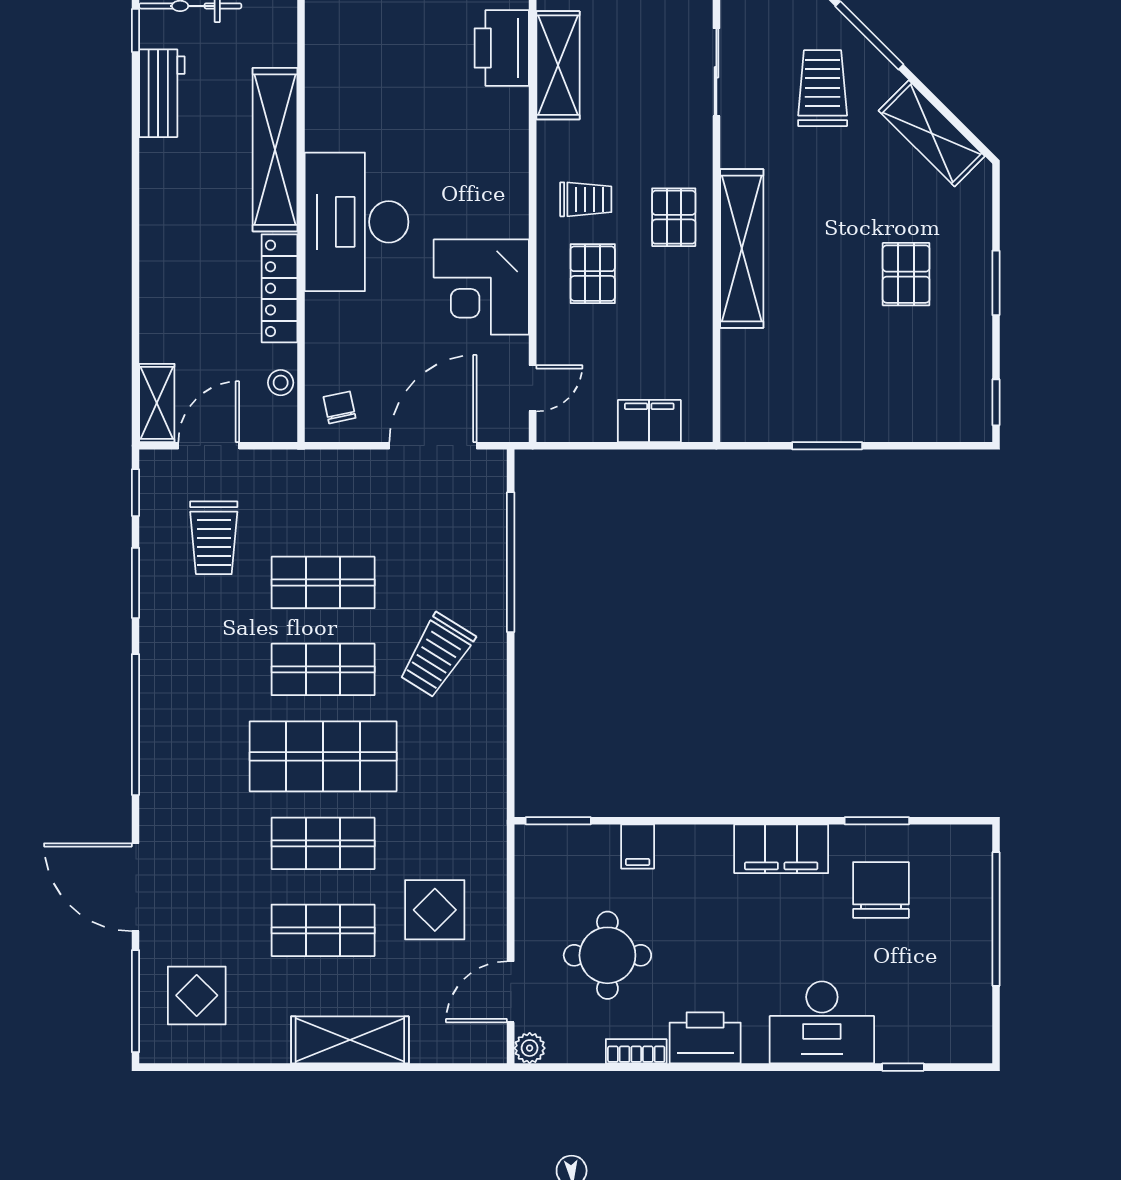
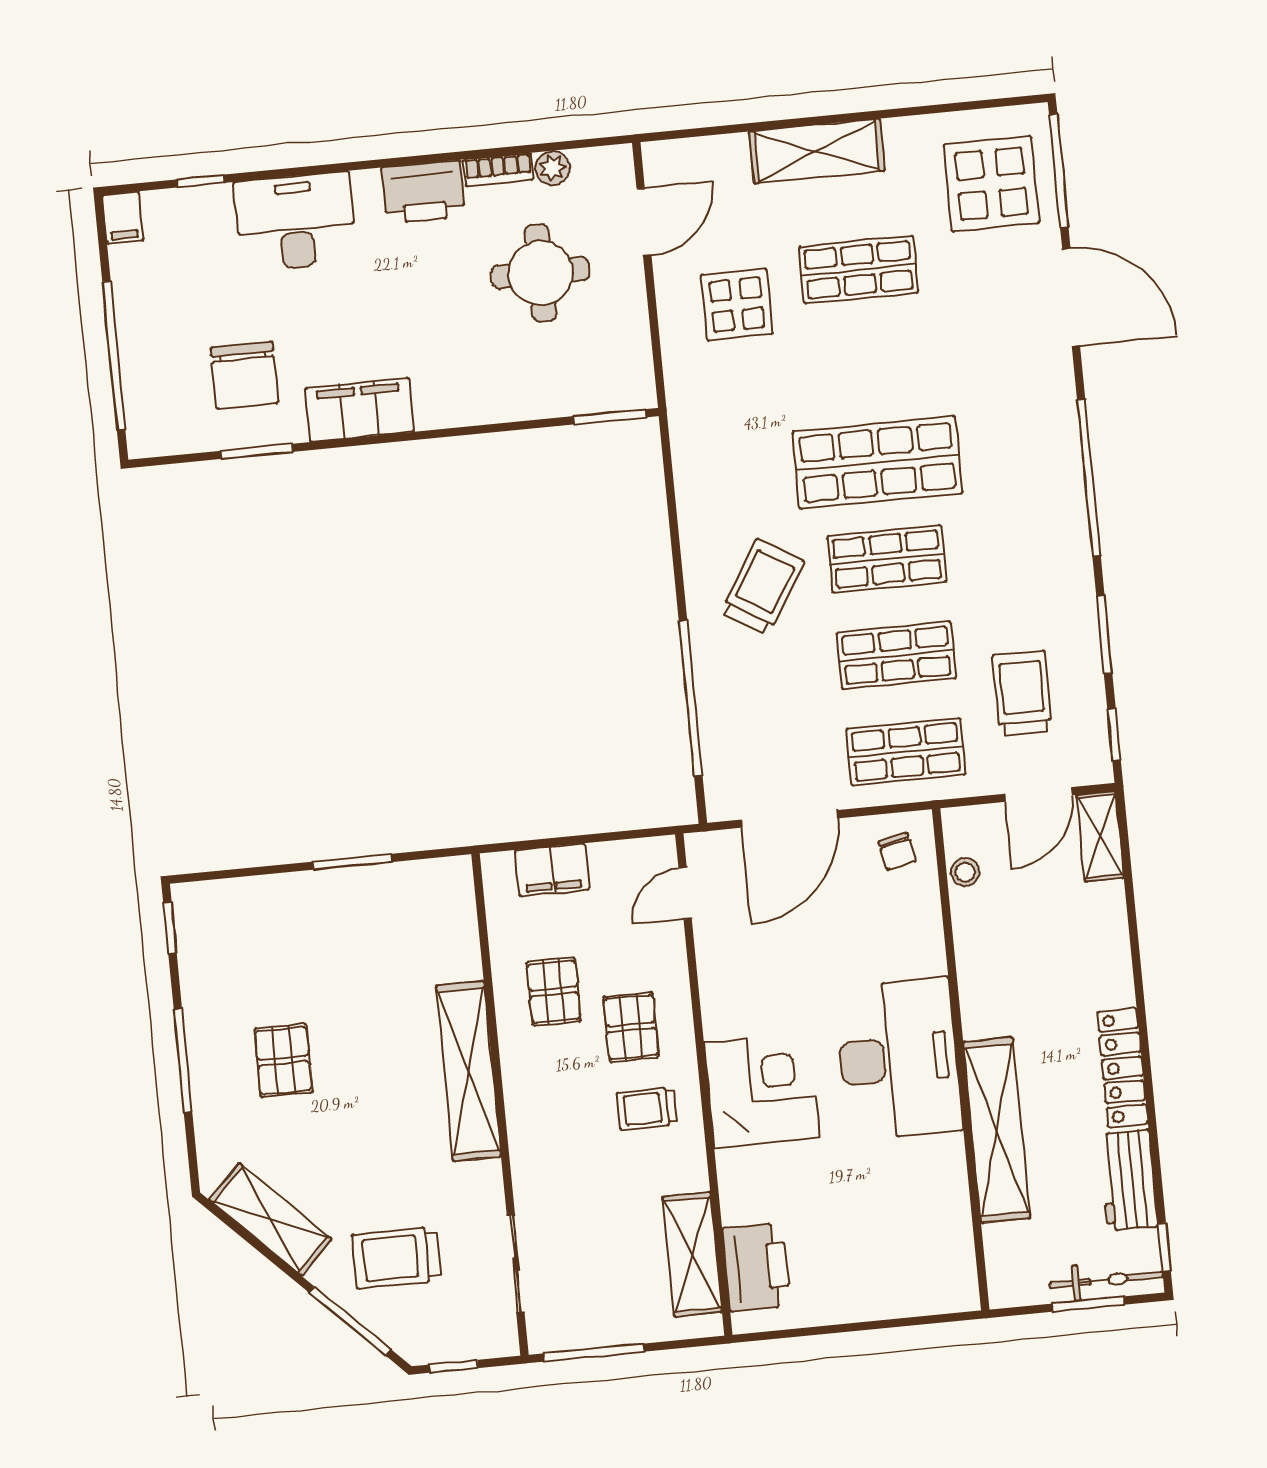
trolley: (823, 88) -> (396, 1258), turned 90
pallet: (674, 217) -> (554, 992), moved
window: (996, 283) -> (183, 1061), width x1.44
corner desk: (481, 287) -> (762, 1090), moved
locker: (279, 288) -> (1123, 1068), moved, turned 180
shop shelf: (323, 843) -> (906, 752), moved
filing cabinet: (638, 846) -> (123, 218), moved, turned 180
display table: (197, 995) -> (991, 184), width x1.36, depth x1.36
plant: (530, 1048) -> (552, 168), moved

